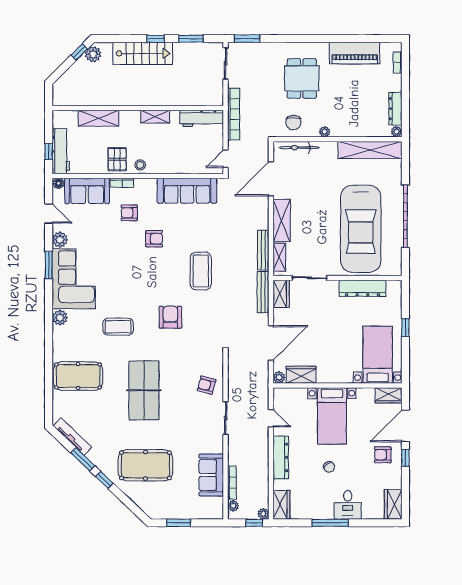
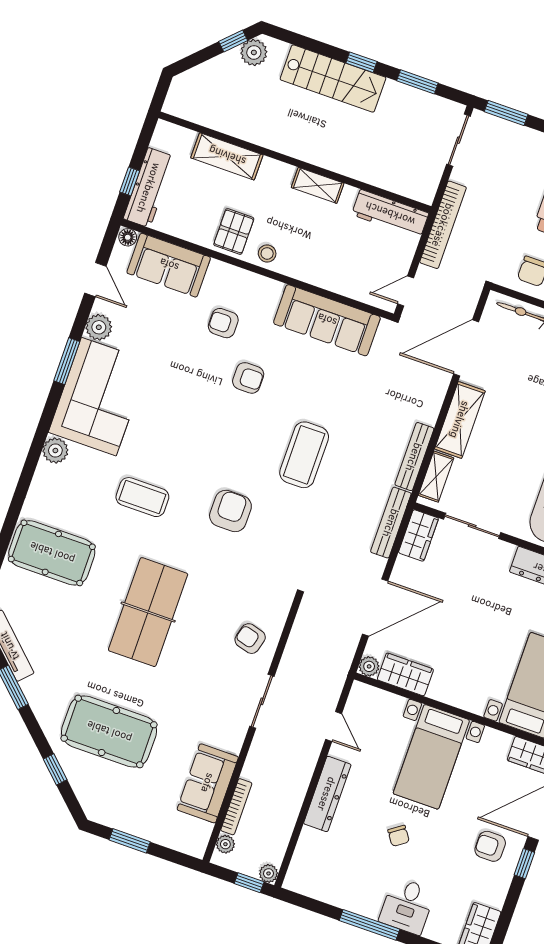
bookcase: (122, 183) -> (228, 272), removed
window: (104, 480) -> (55, 769), moved
wardrobe: (281, 505) -> (302, 869), removed

